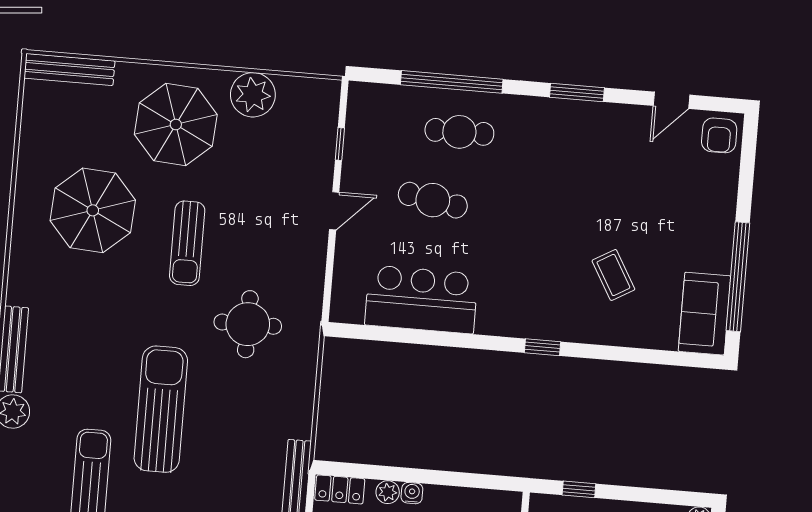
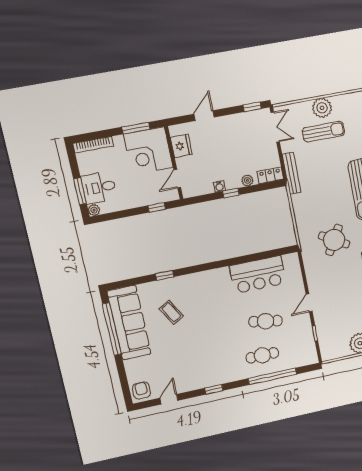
window: (577, 92) -> (214, 389), width x0.67
sofa: (705, 314) -> (129, 323), width x1.85, depth x1.27
round table: (248, 324) -> (334, 240), turned 30
window: (542, 347) -> (165, 275), moved
window: (427, 477) -> (231, 193), added
water cooler: (412, 493) -> (219, 186), moved

